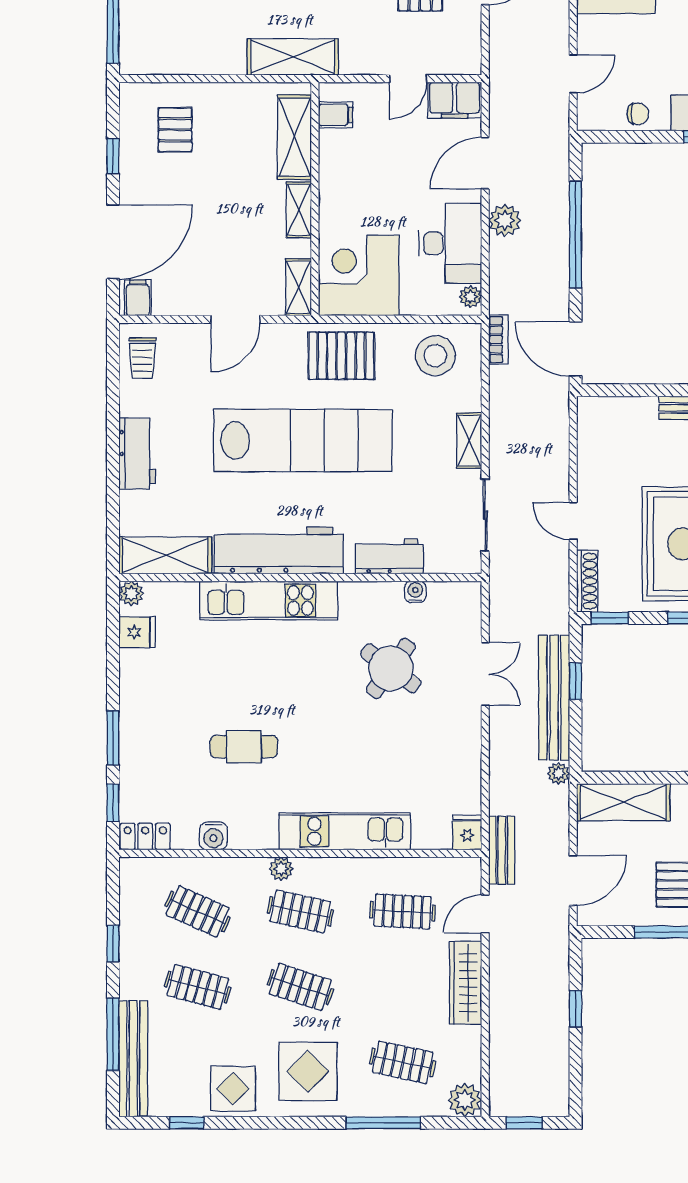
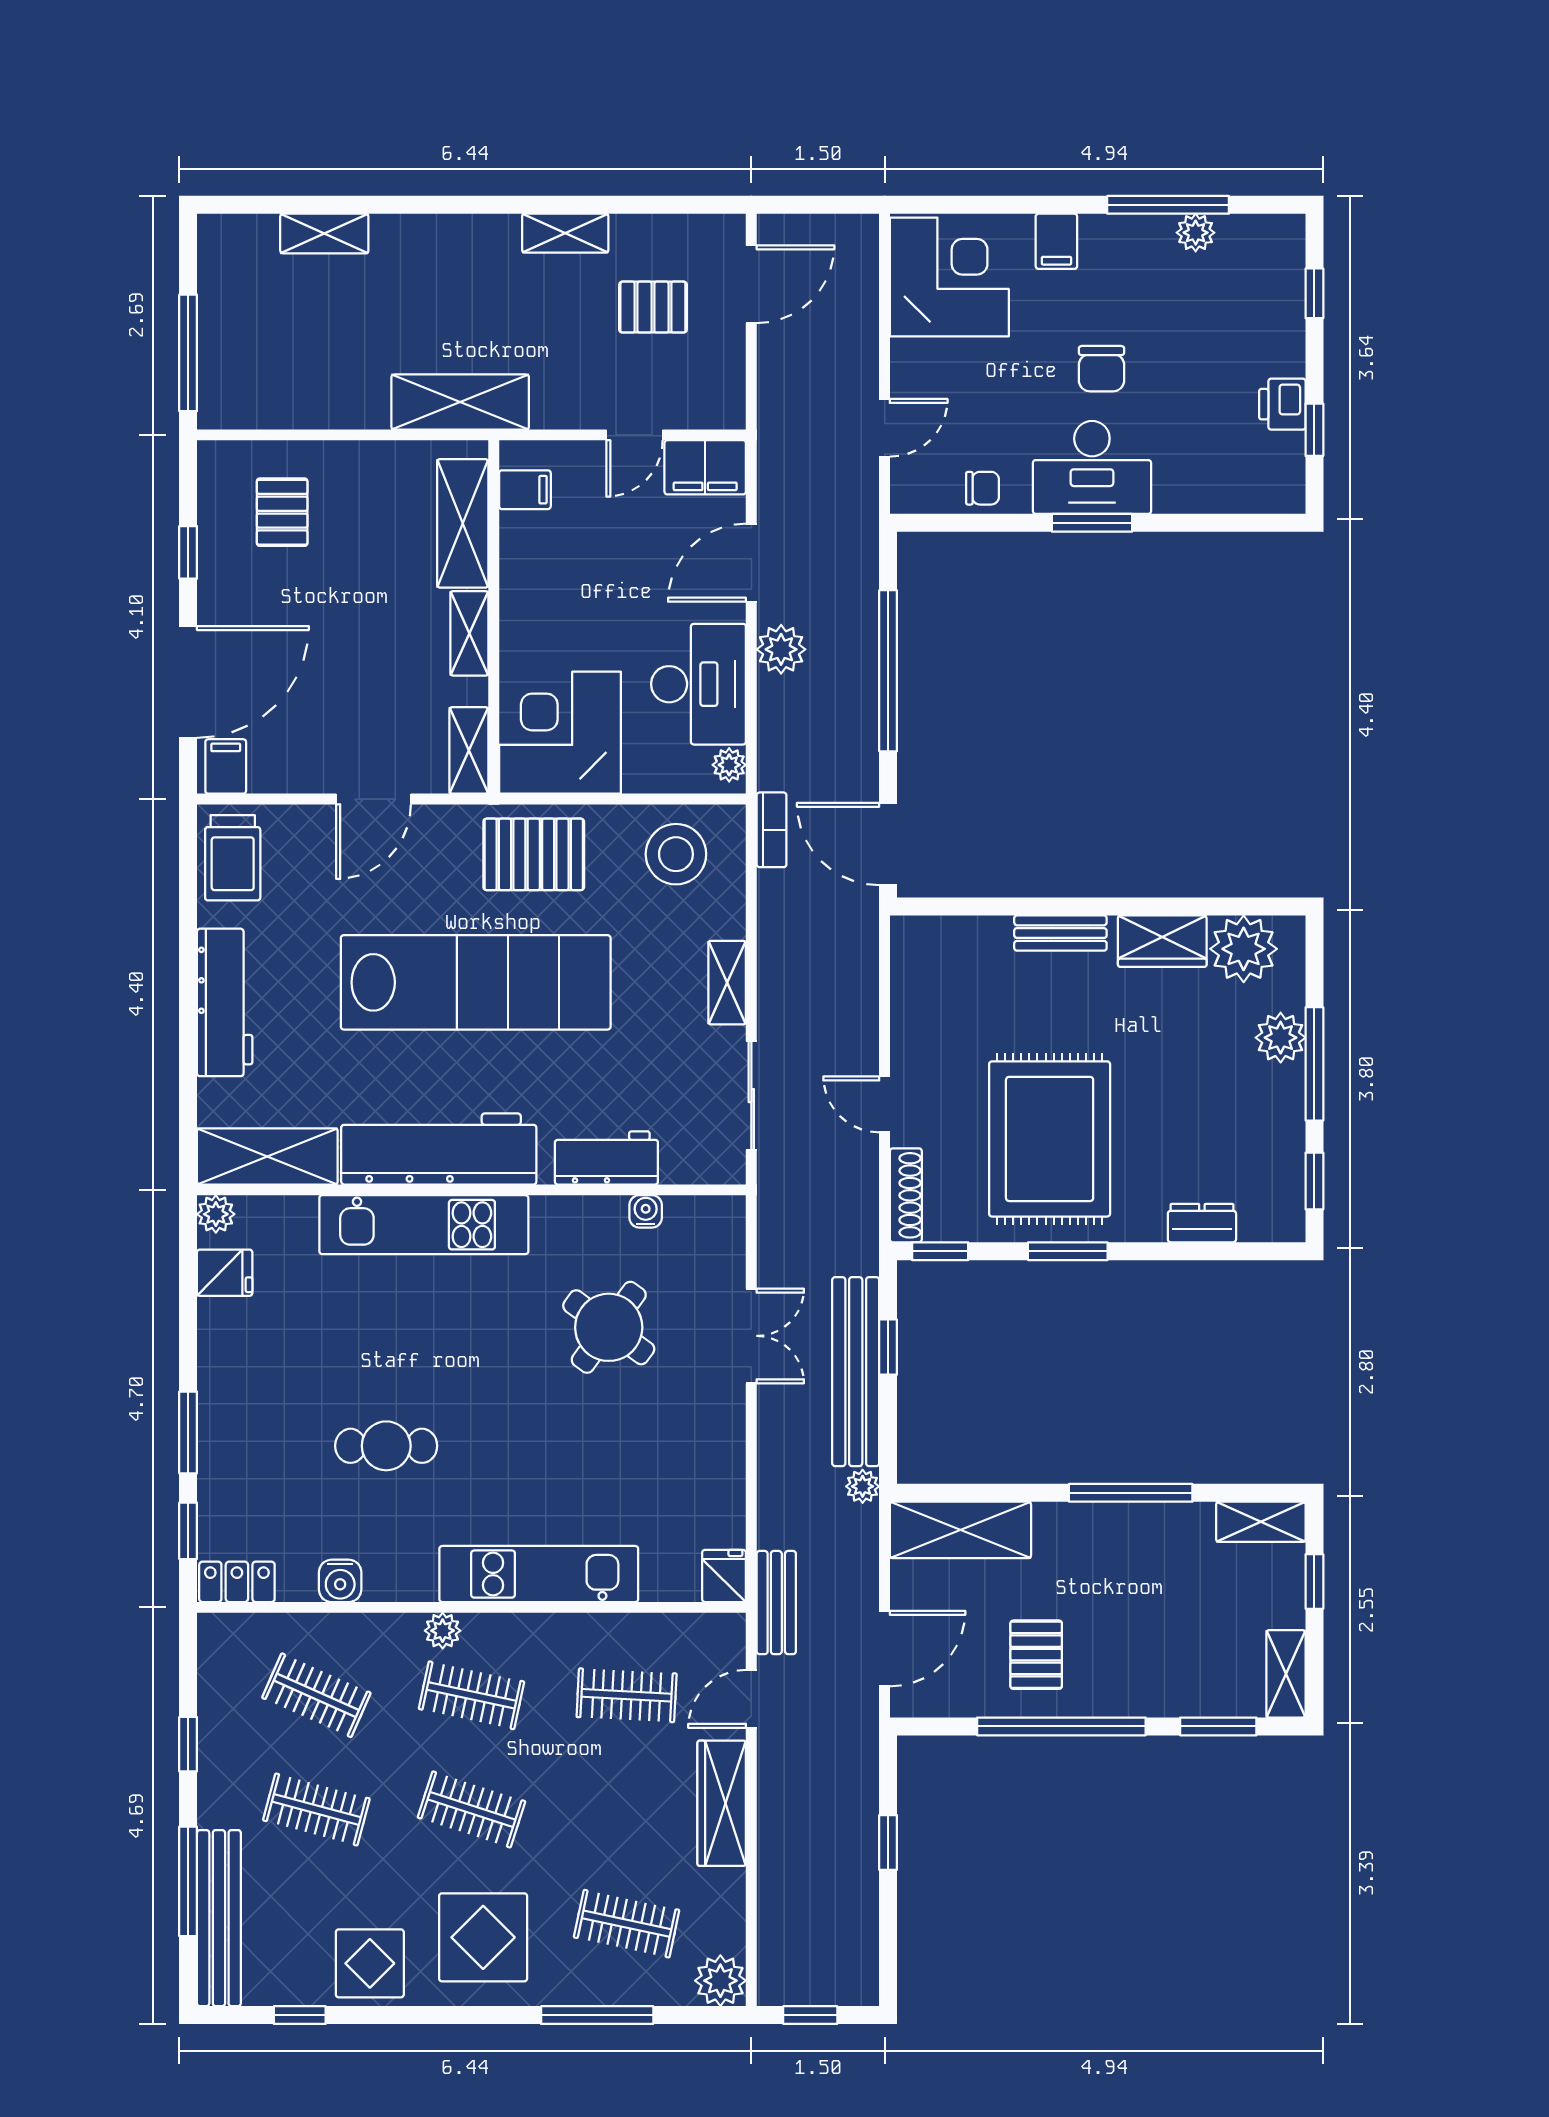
trolley: (142, 358) -> (233, 858), width x1.36, depth x1.39
workbench: (137, 454) -> (225, 1002), width x1.37

